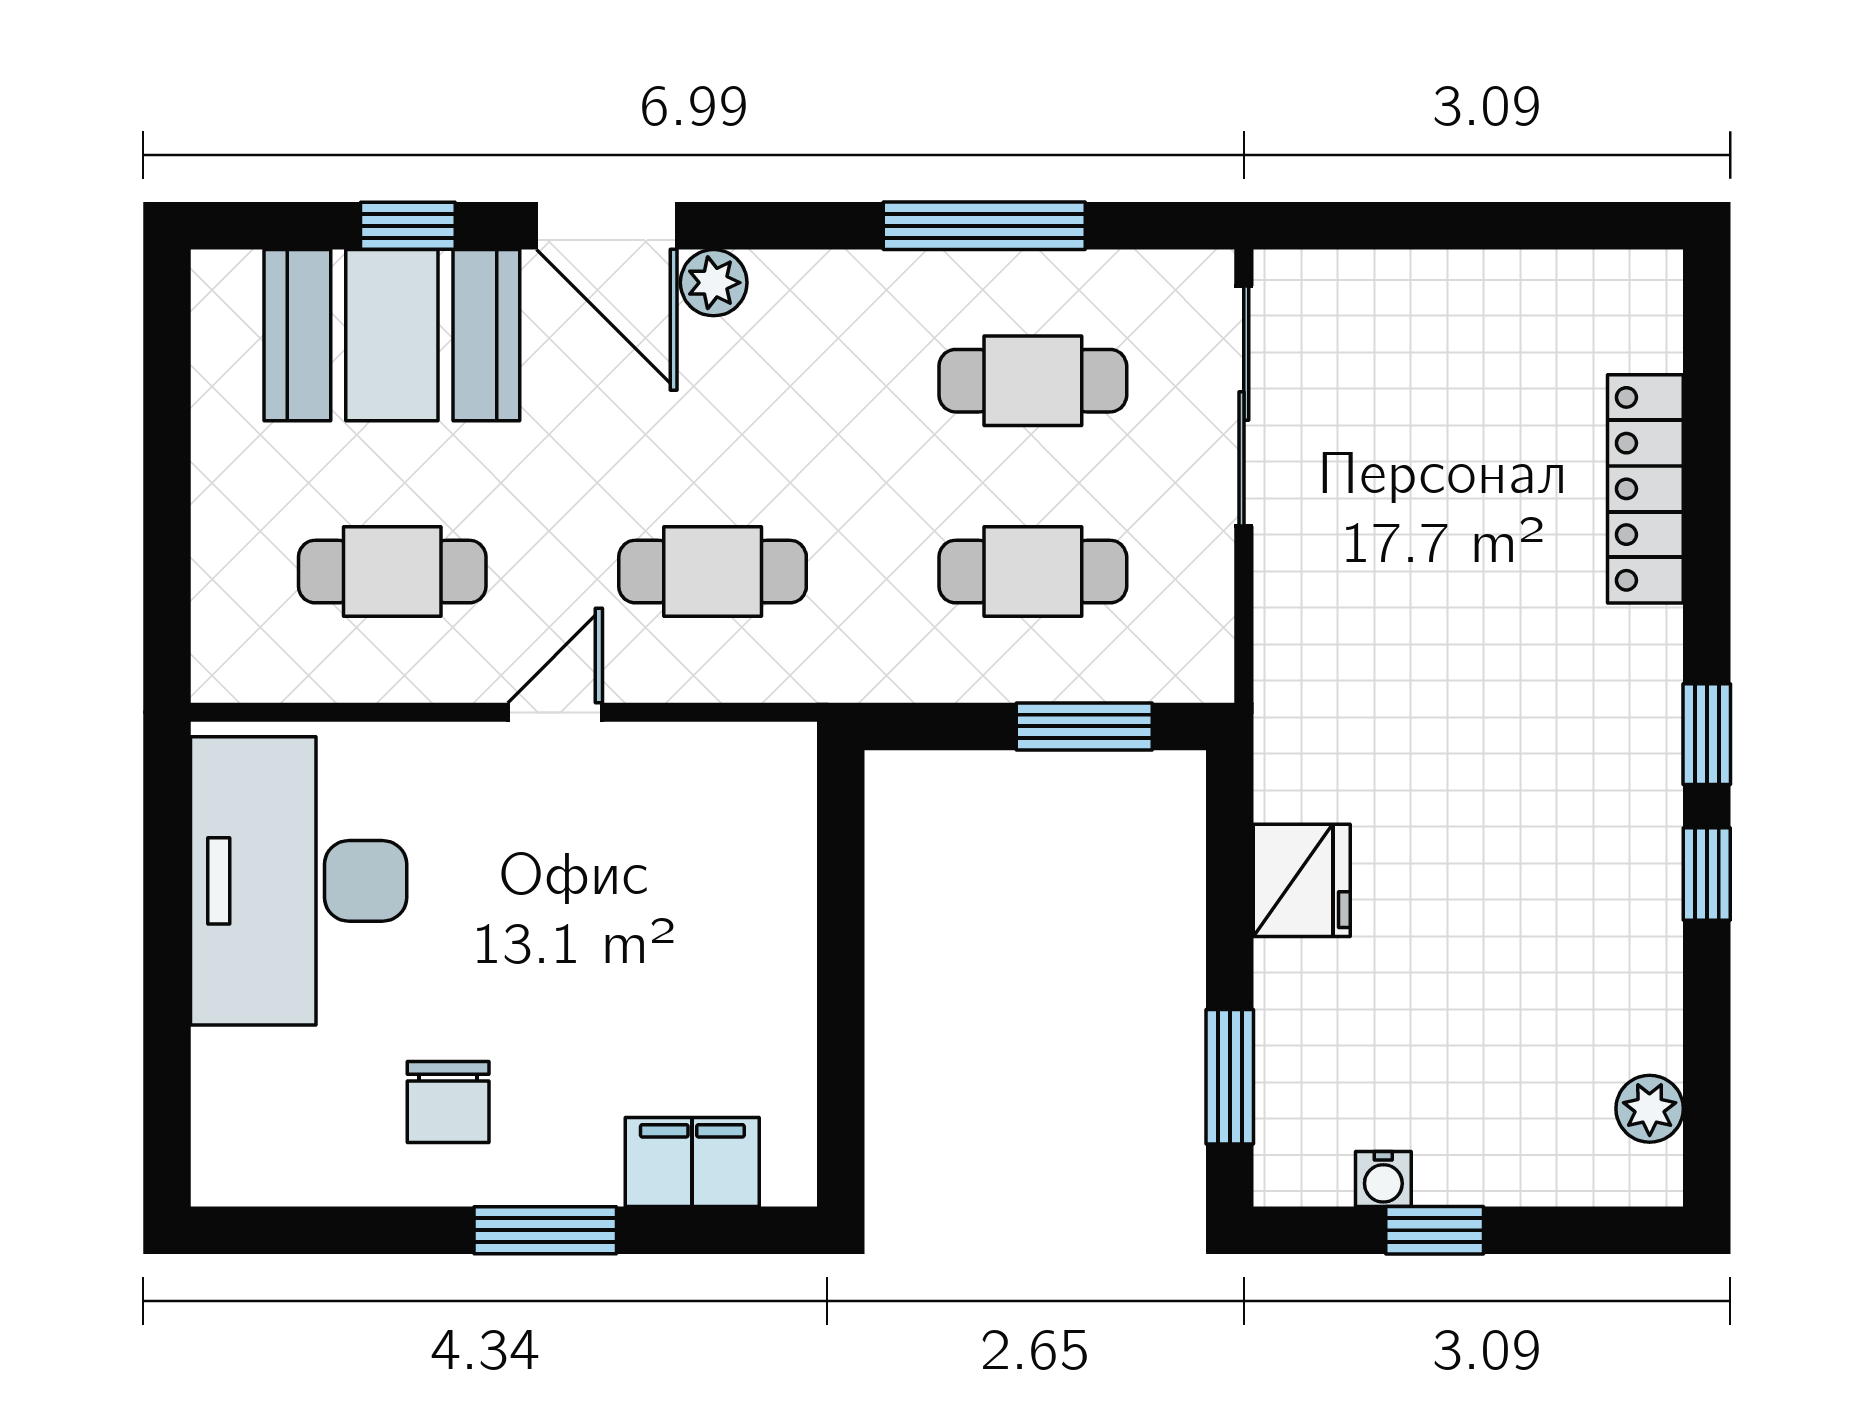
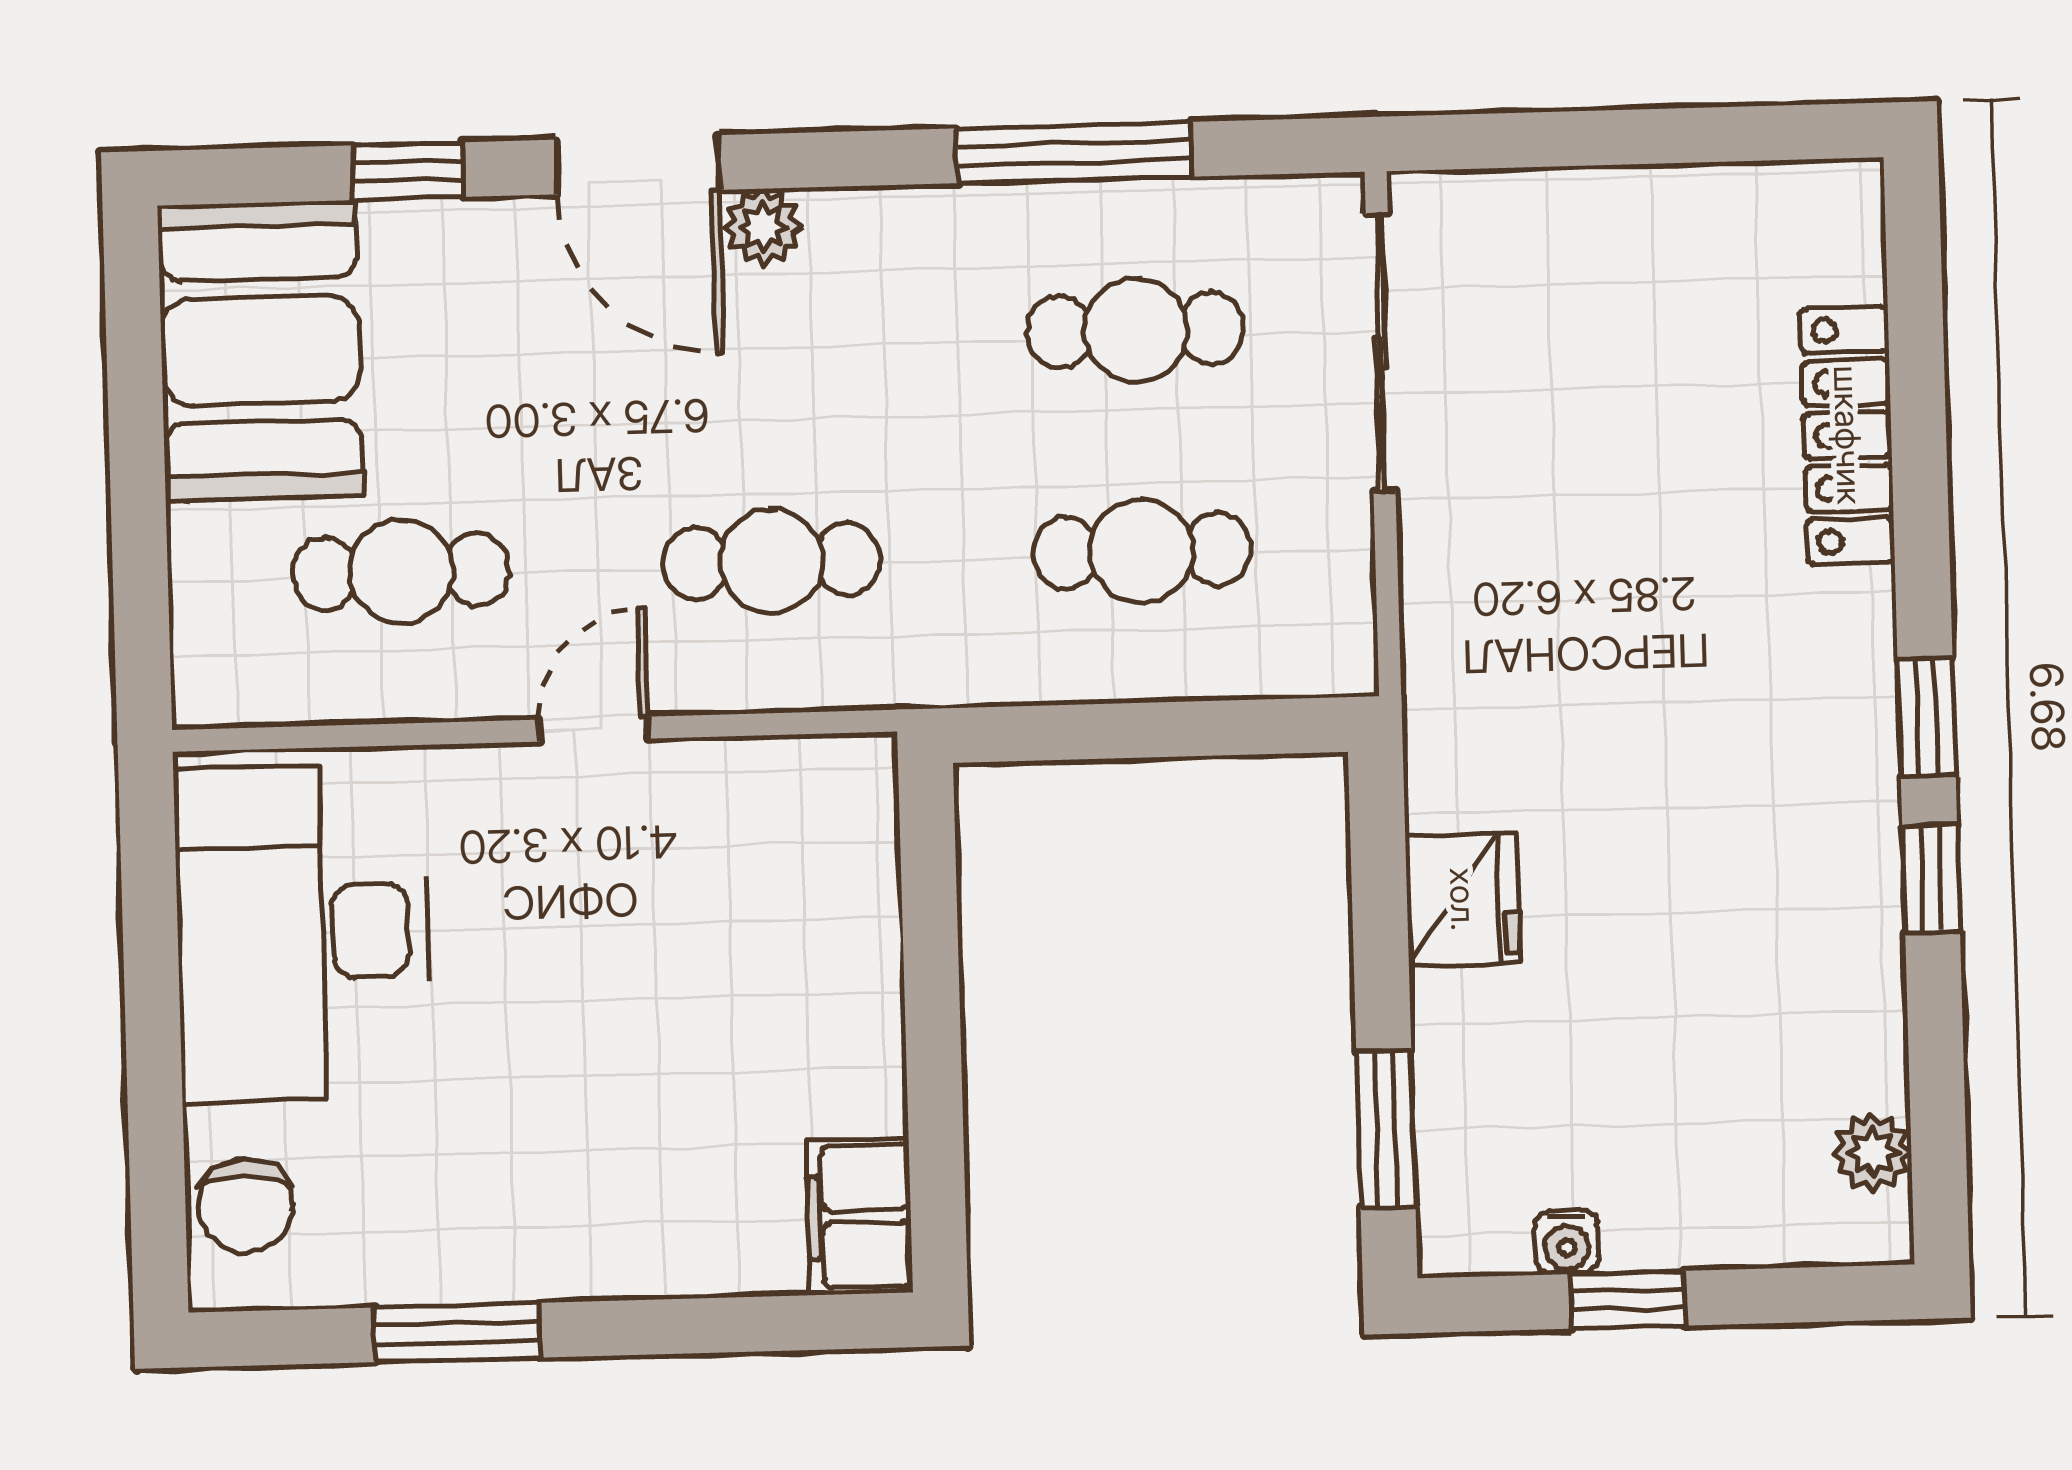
booth: (392, 335) -> (261, 350), moved, turned 90
window: (1084, 726) -> (1206, 728), removed
chair: (448, 1102) -> (245, 1206), moved
filing cabinet: (692, 1162) -> (859, 1217), moved, turned -90
window: (545, 1230) -> (457, 1333), moved

